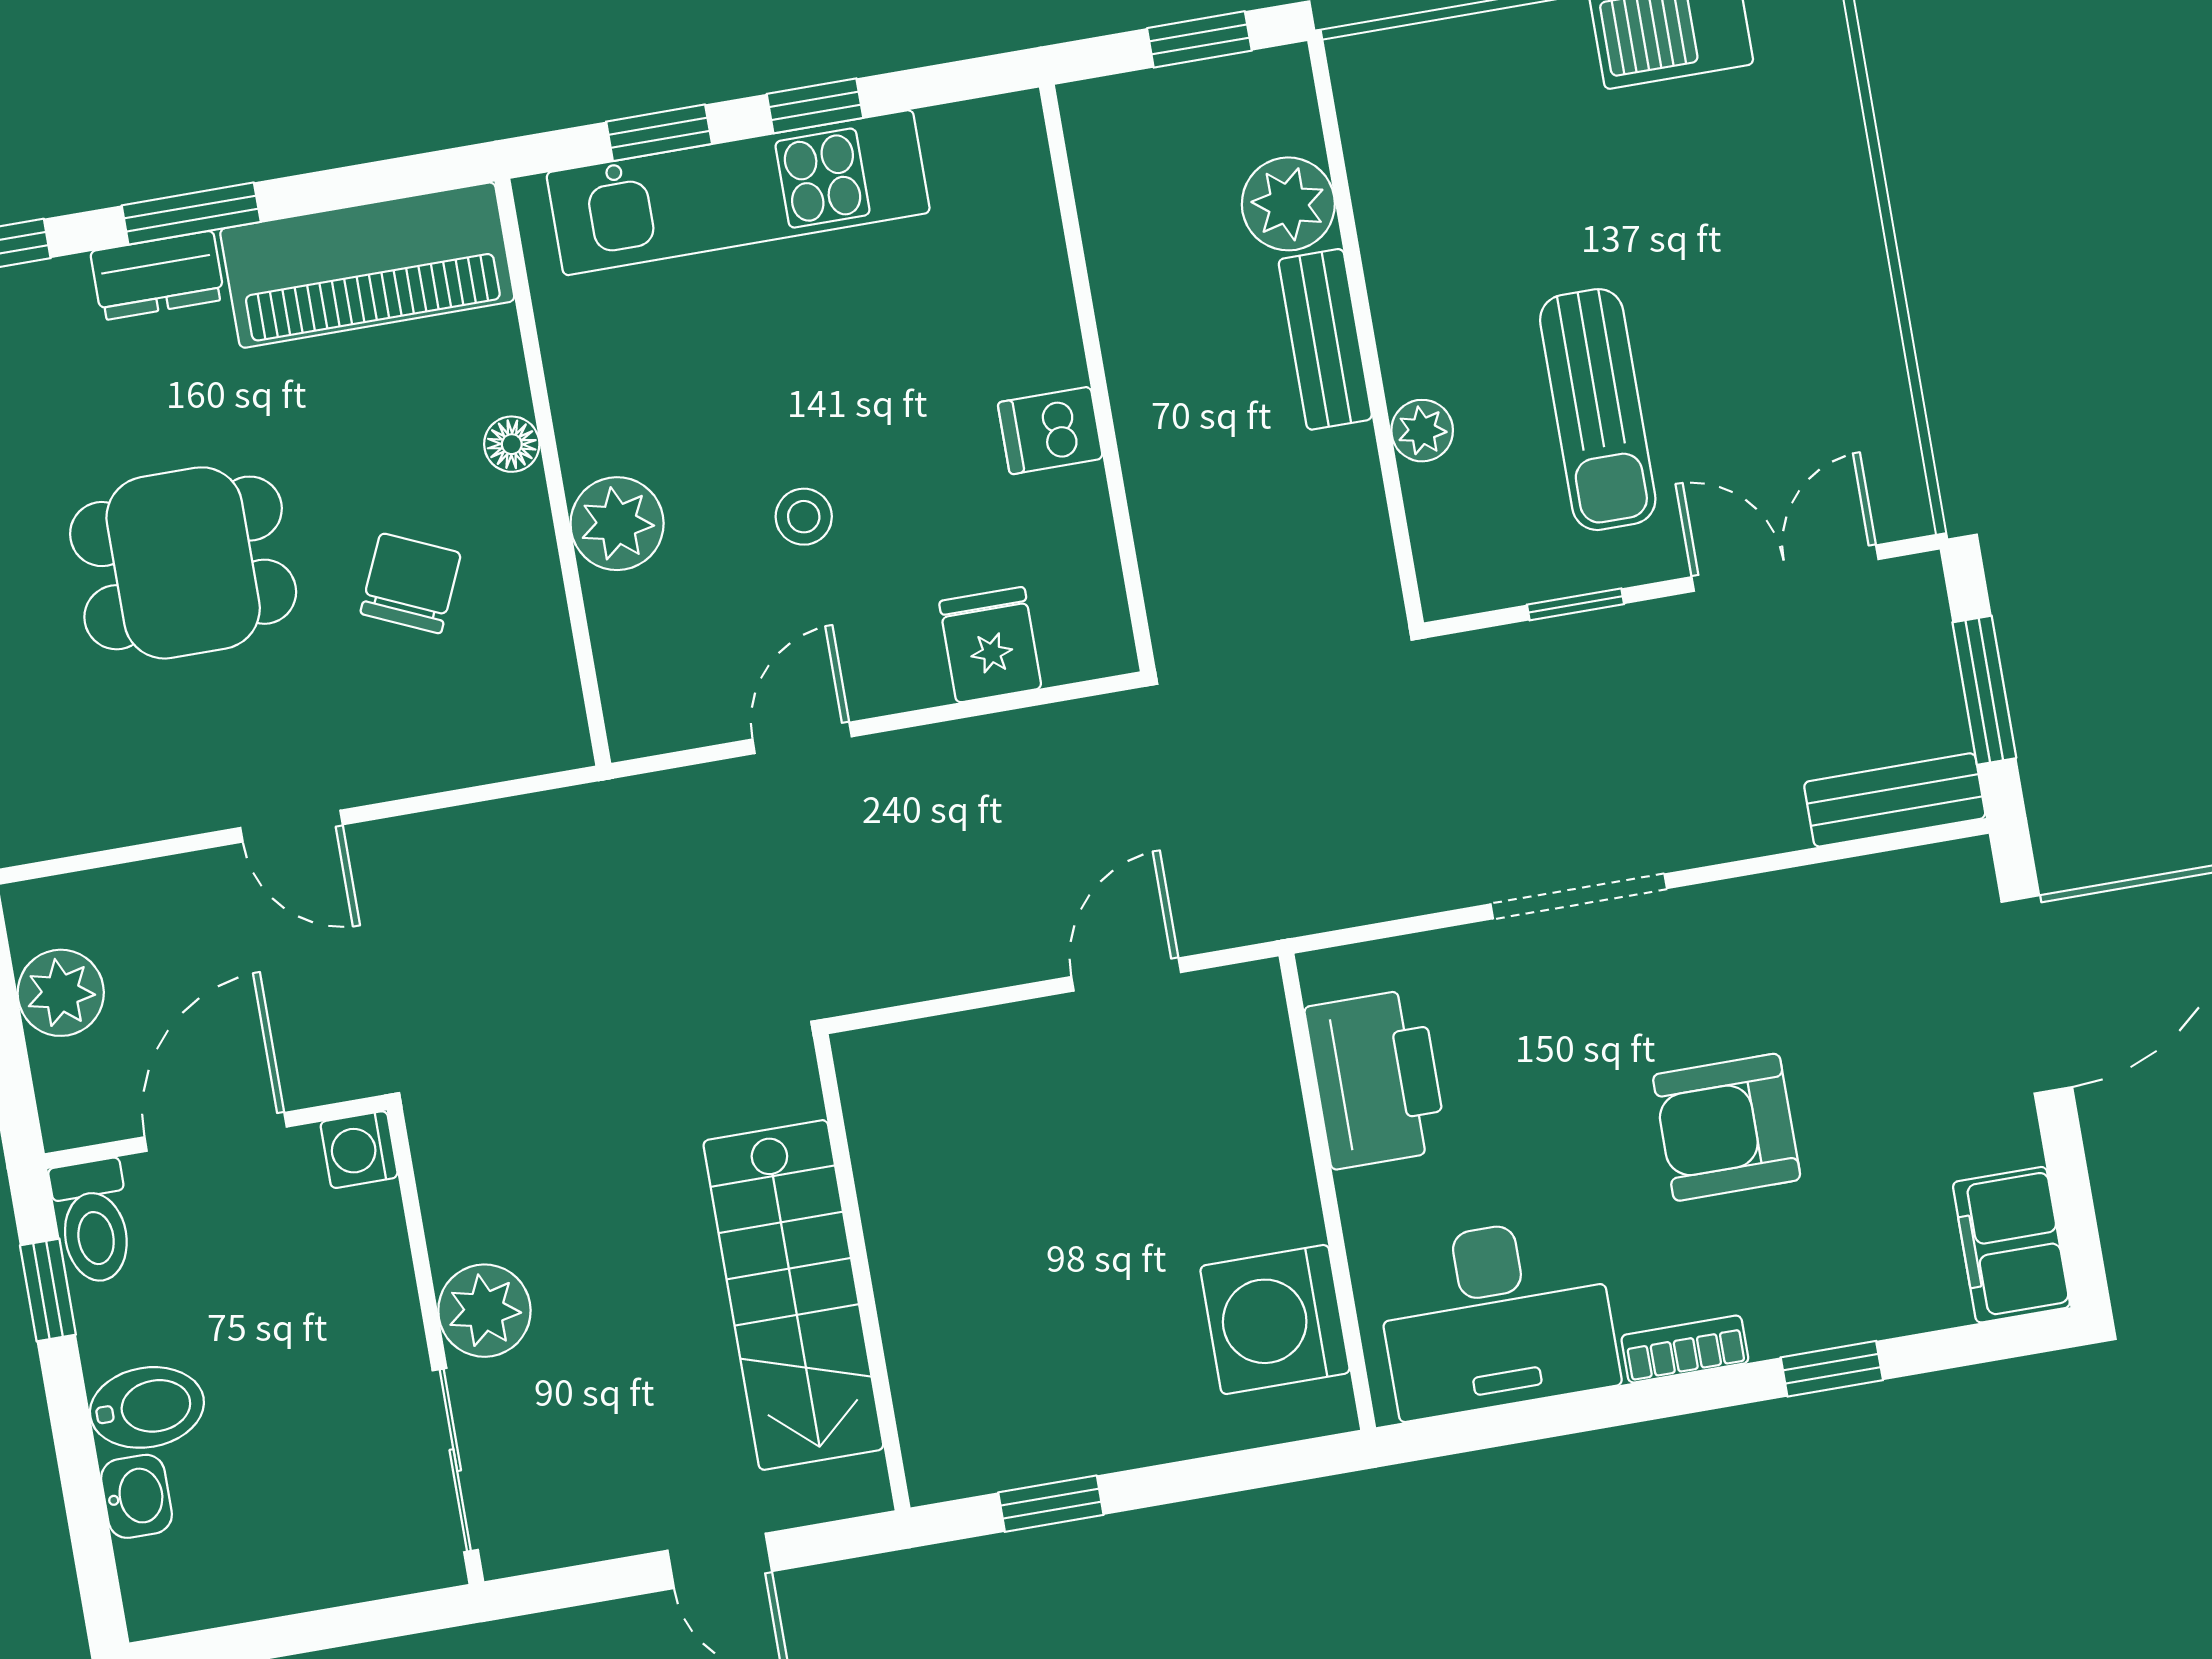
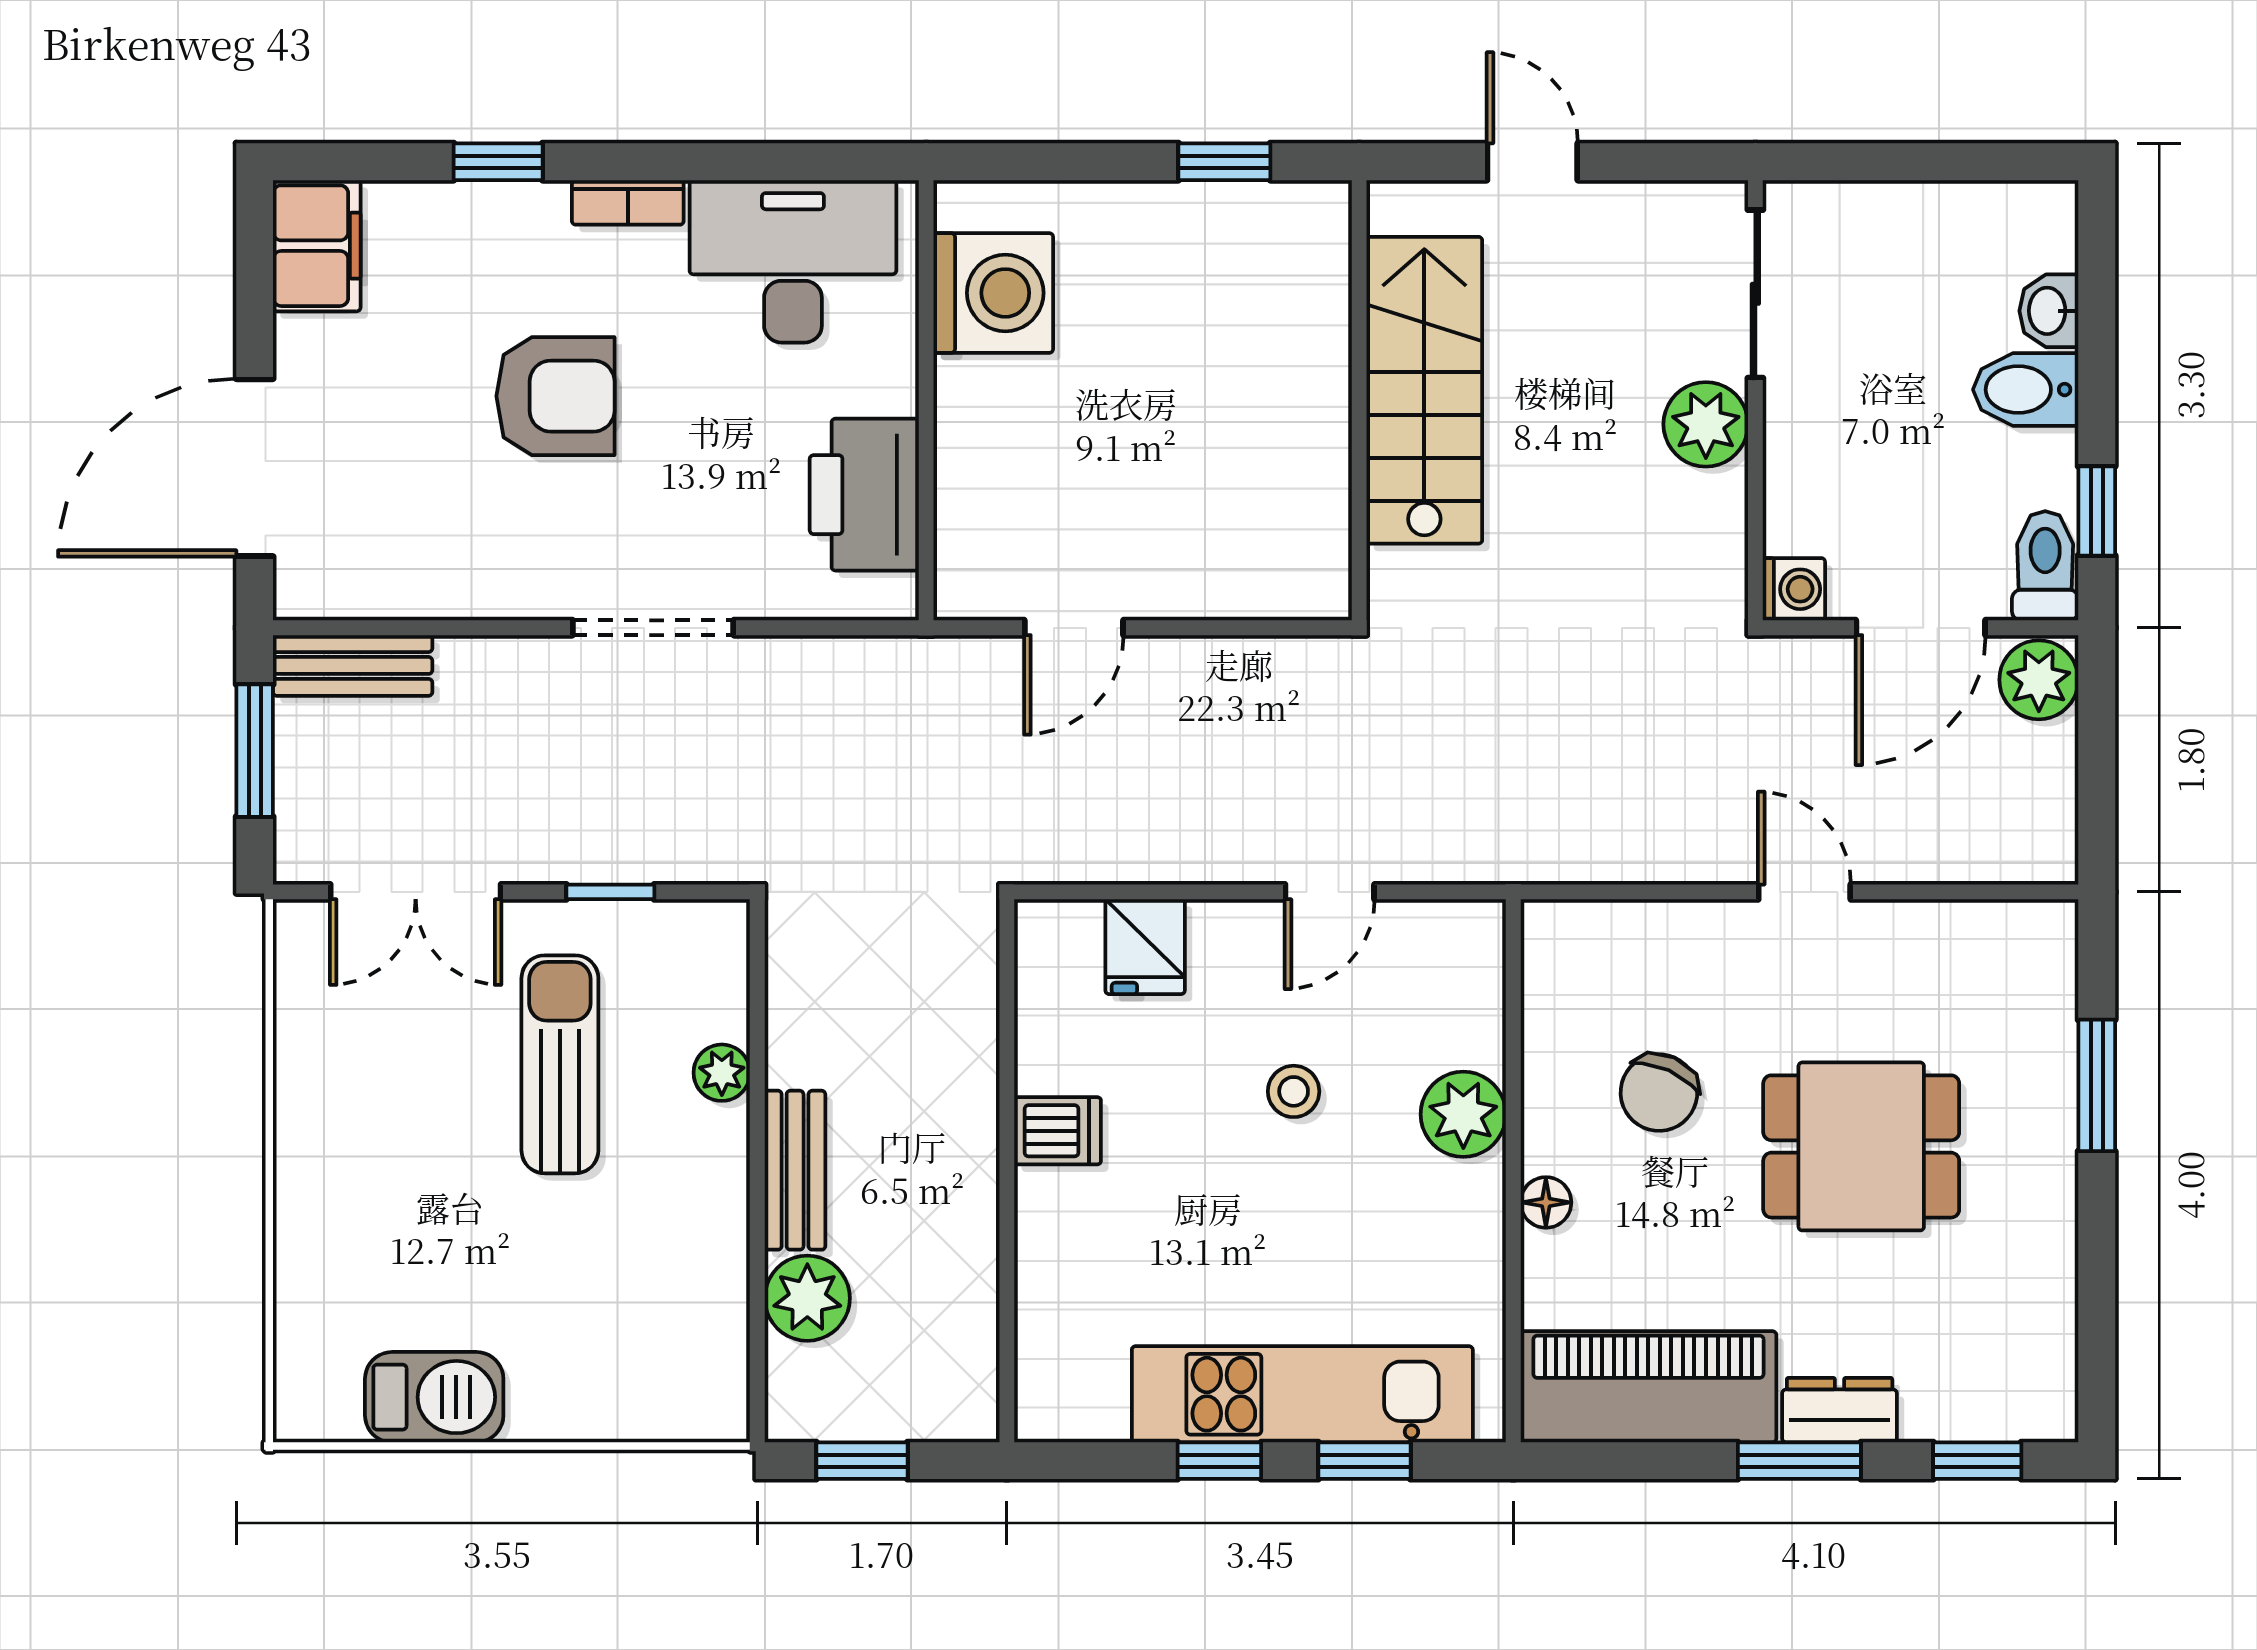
plant: (61, 993) -> (2039, 680), moved

